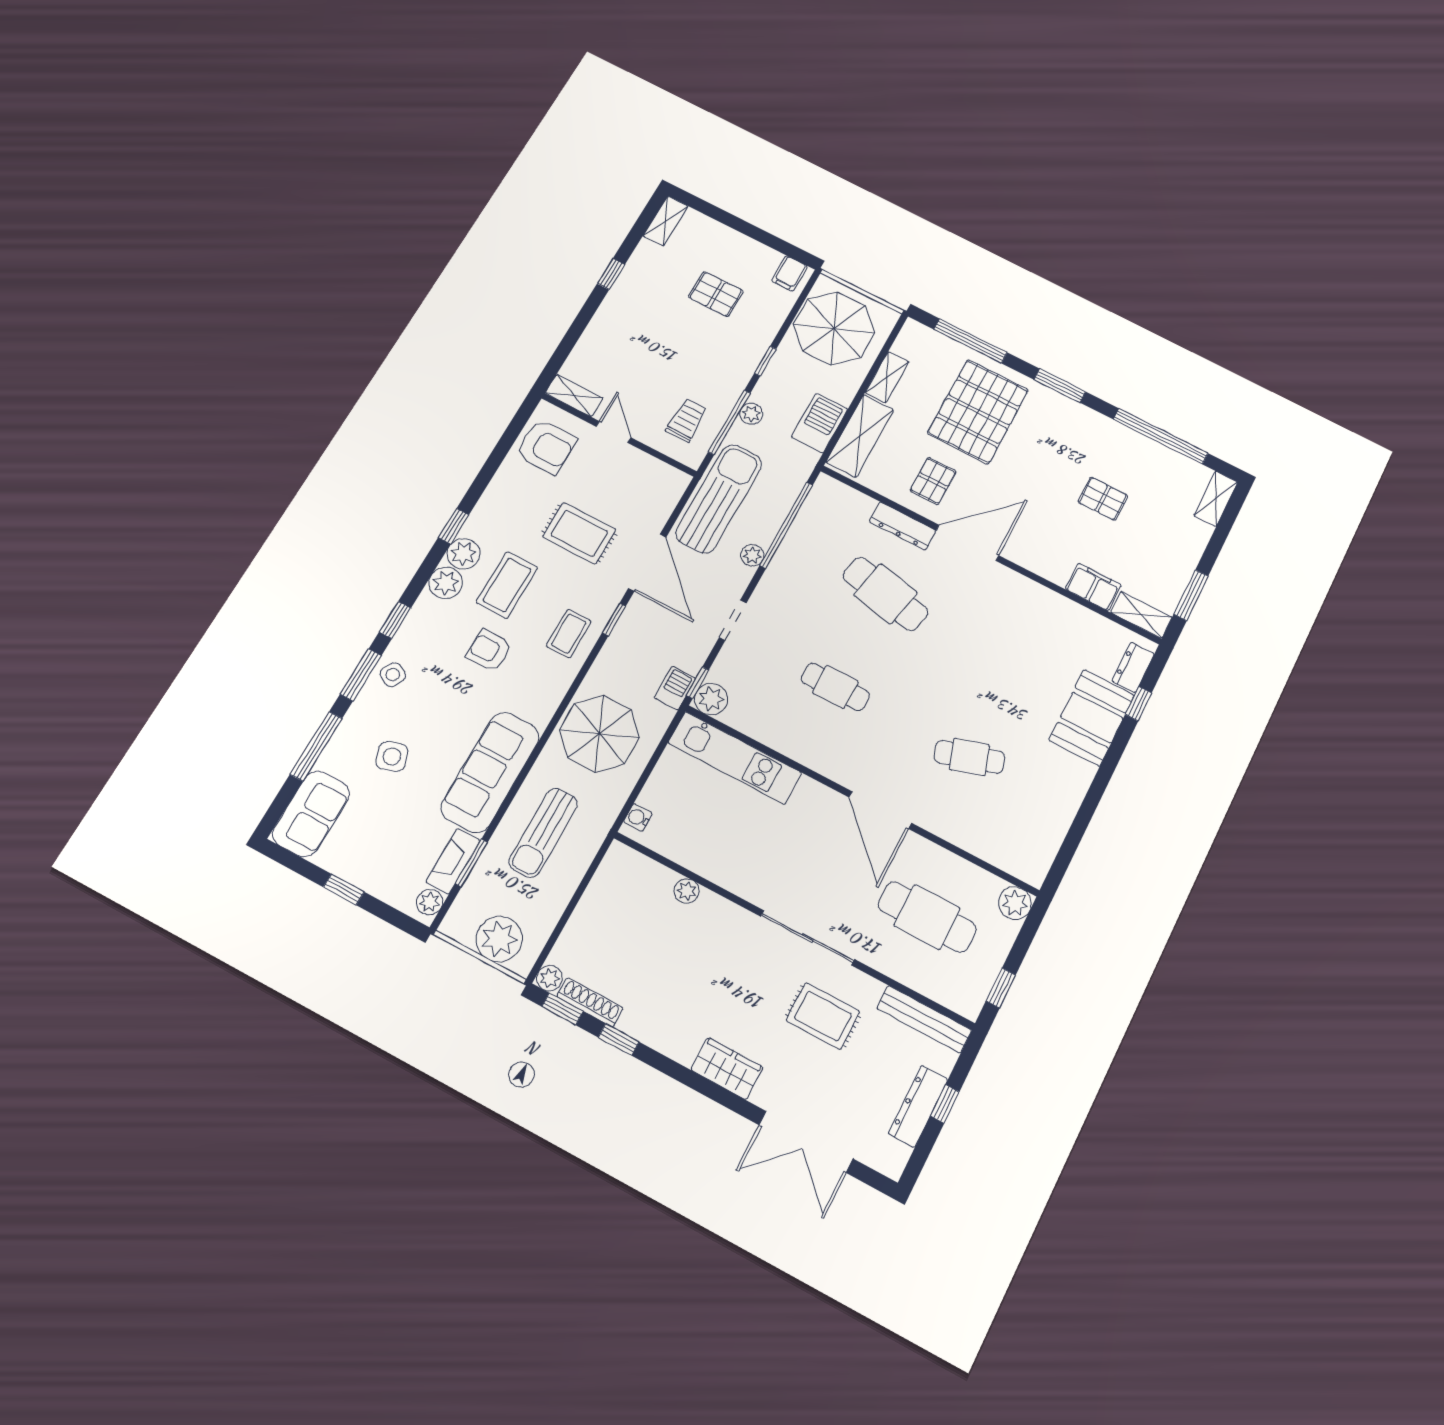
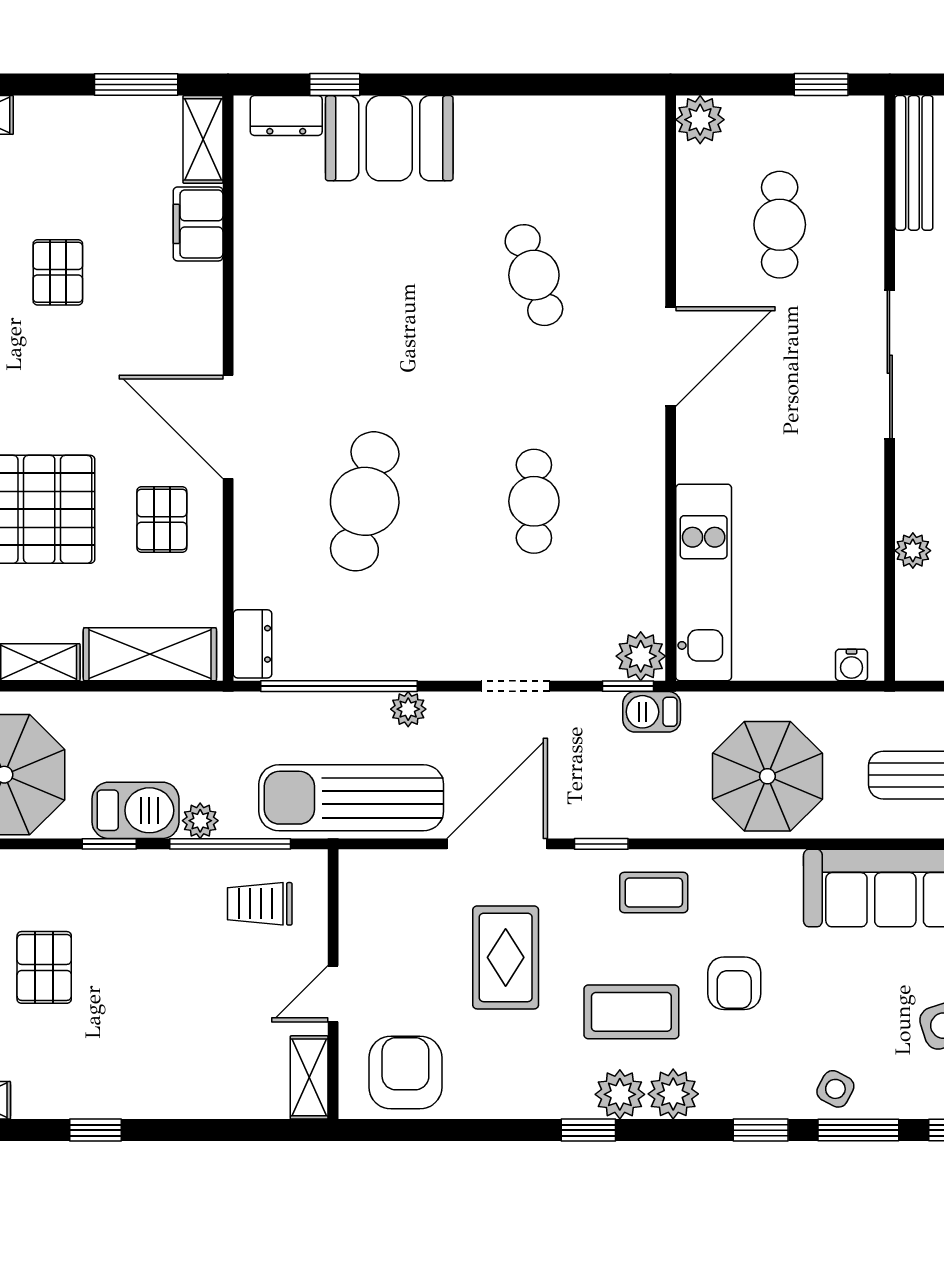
barbecue: (820, 423) -> (135, 810), moved, turned 180
pallet: (933, 481) -> (162, 519), turned 90
dresser: (903, 526) -> (252, 644), moved, width x0.70
cafe table: (927, 917) -> (780, 225), width x0.73, depth x0.74

